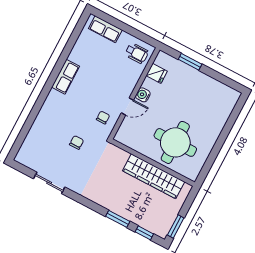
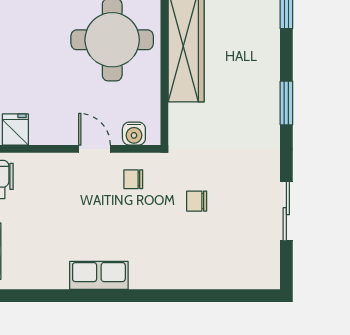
water cooler: (143, 95) -> (134, 134), moved
window: (118, 219) -> (286, 103), moved

